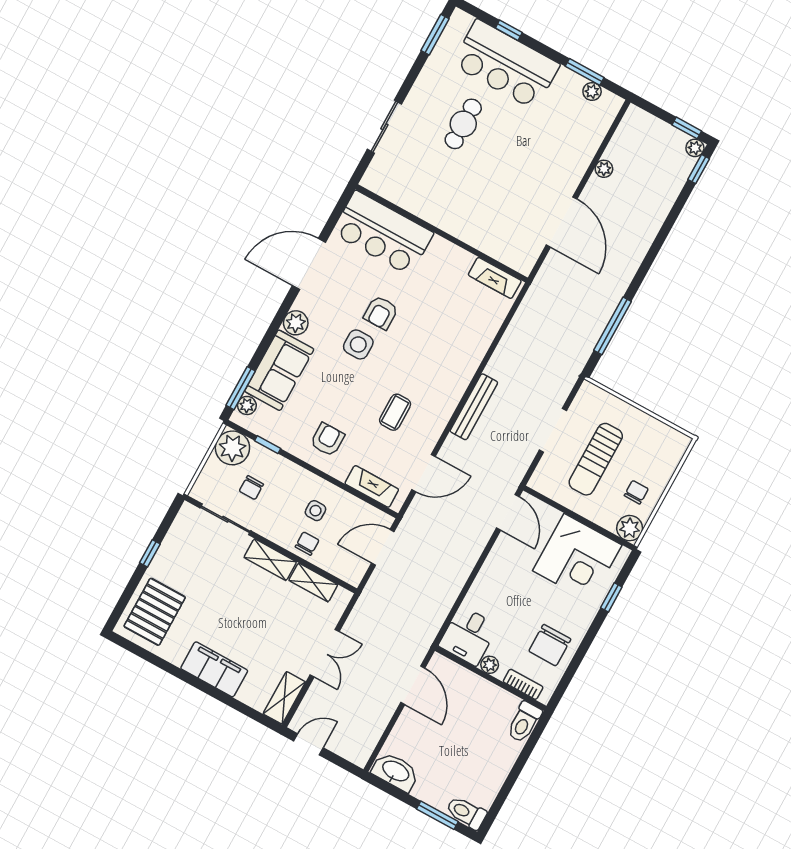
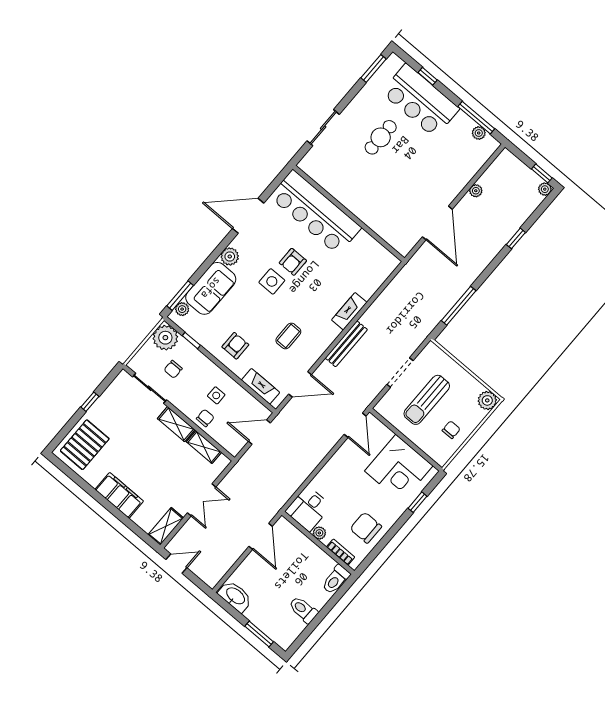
window: (585, 72) -> (476, 118), width x1.44
window: (699, 169) -> (516, 238), moved
bar counter: (383, 233) -> (315, 212), width x1.36
fireplace: (495, 278) -> (349, 311), moved, turned 90
plant: (630, 528) -> (487, 400), moved
chair: (550, 645) -> (366, 528), turned 90
toilet: (466, 813) -> (303, 610), moved

